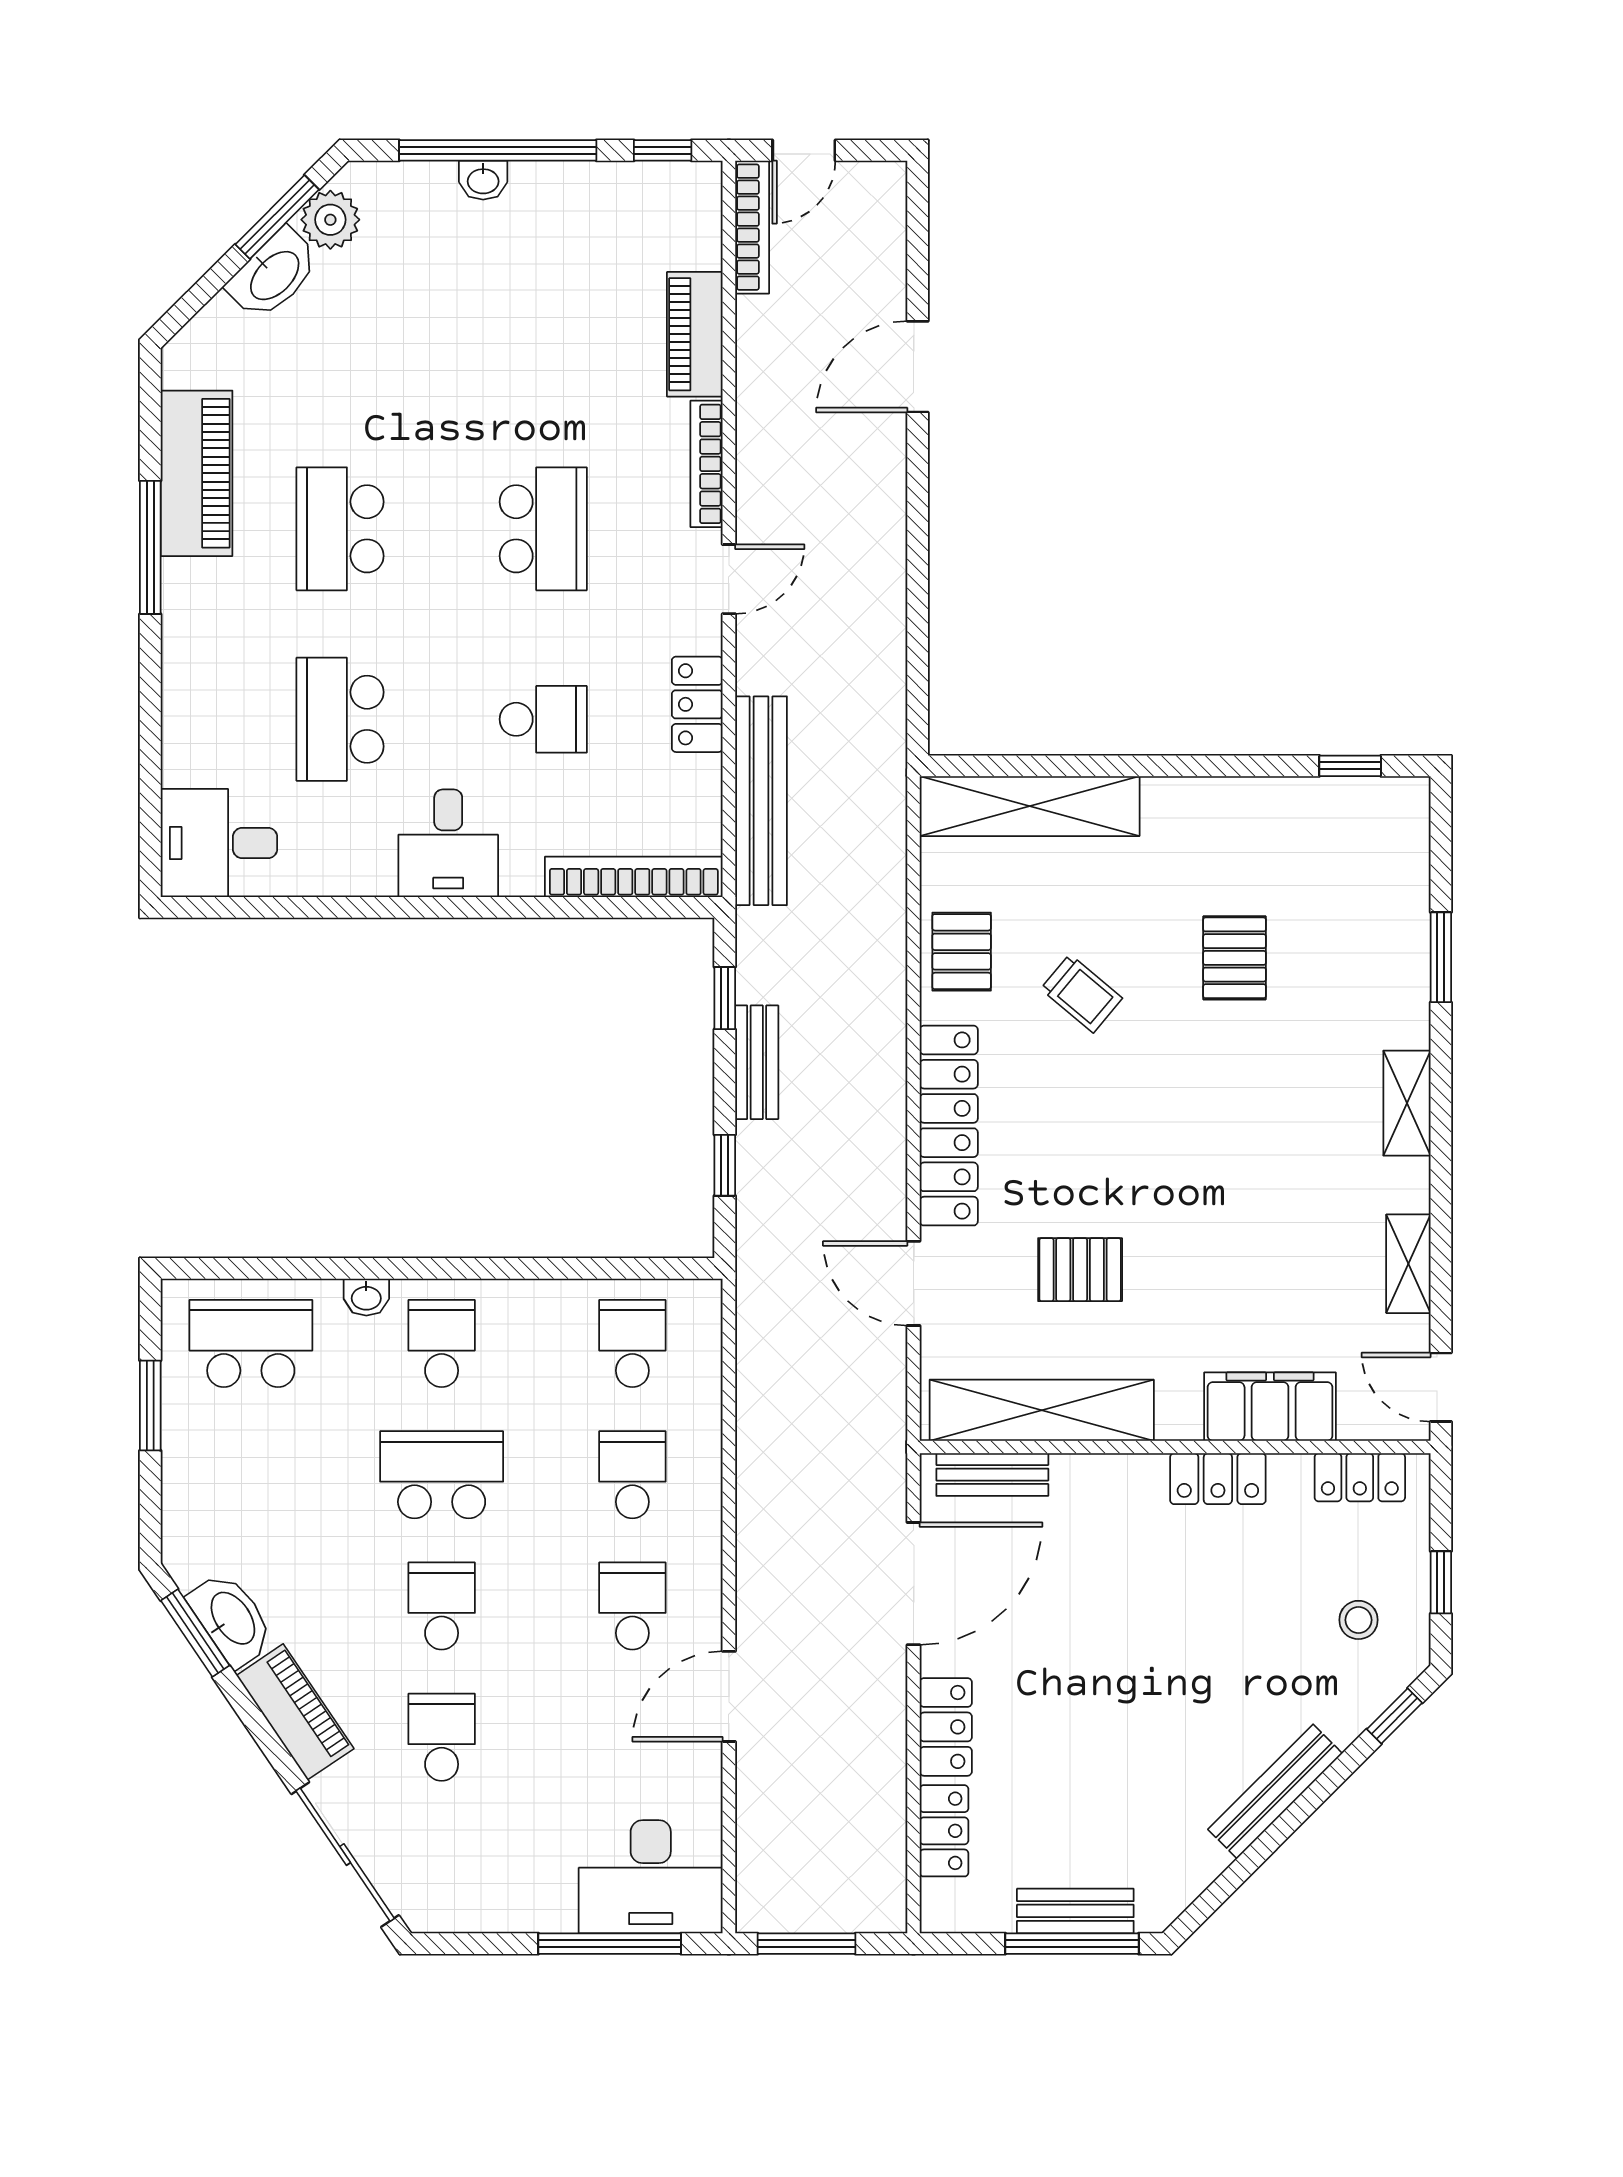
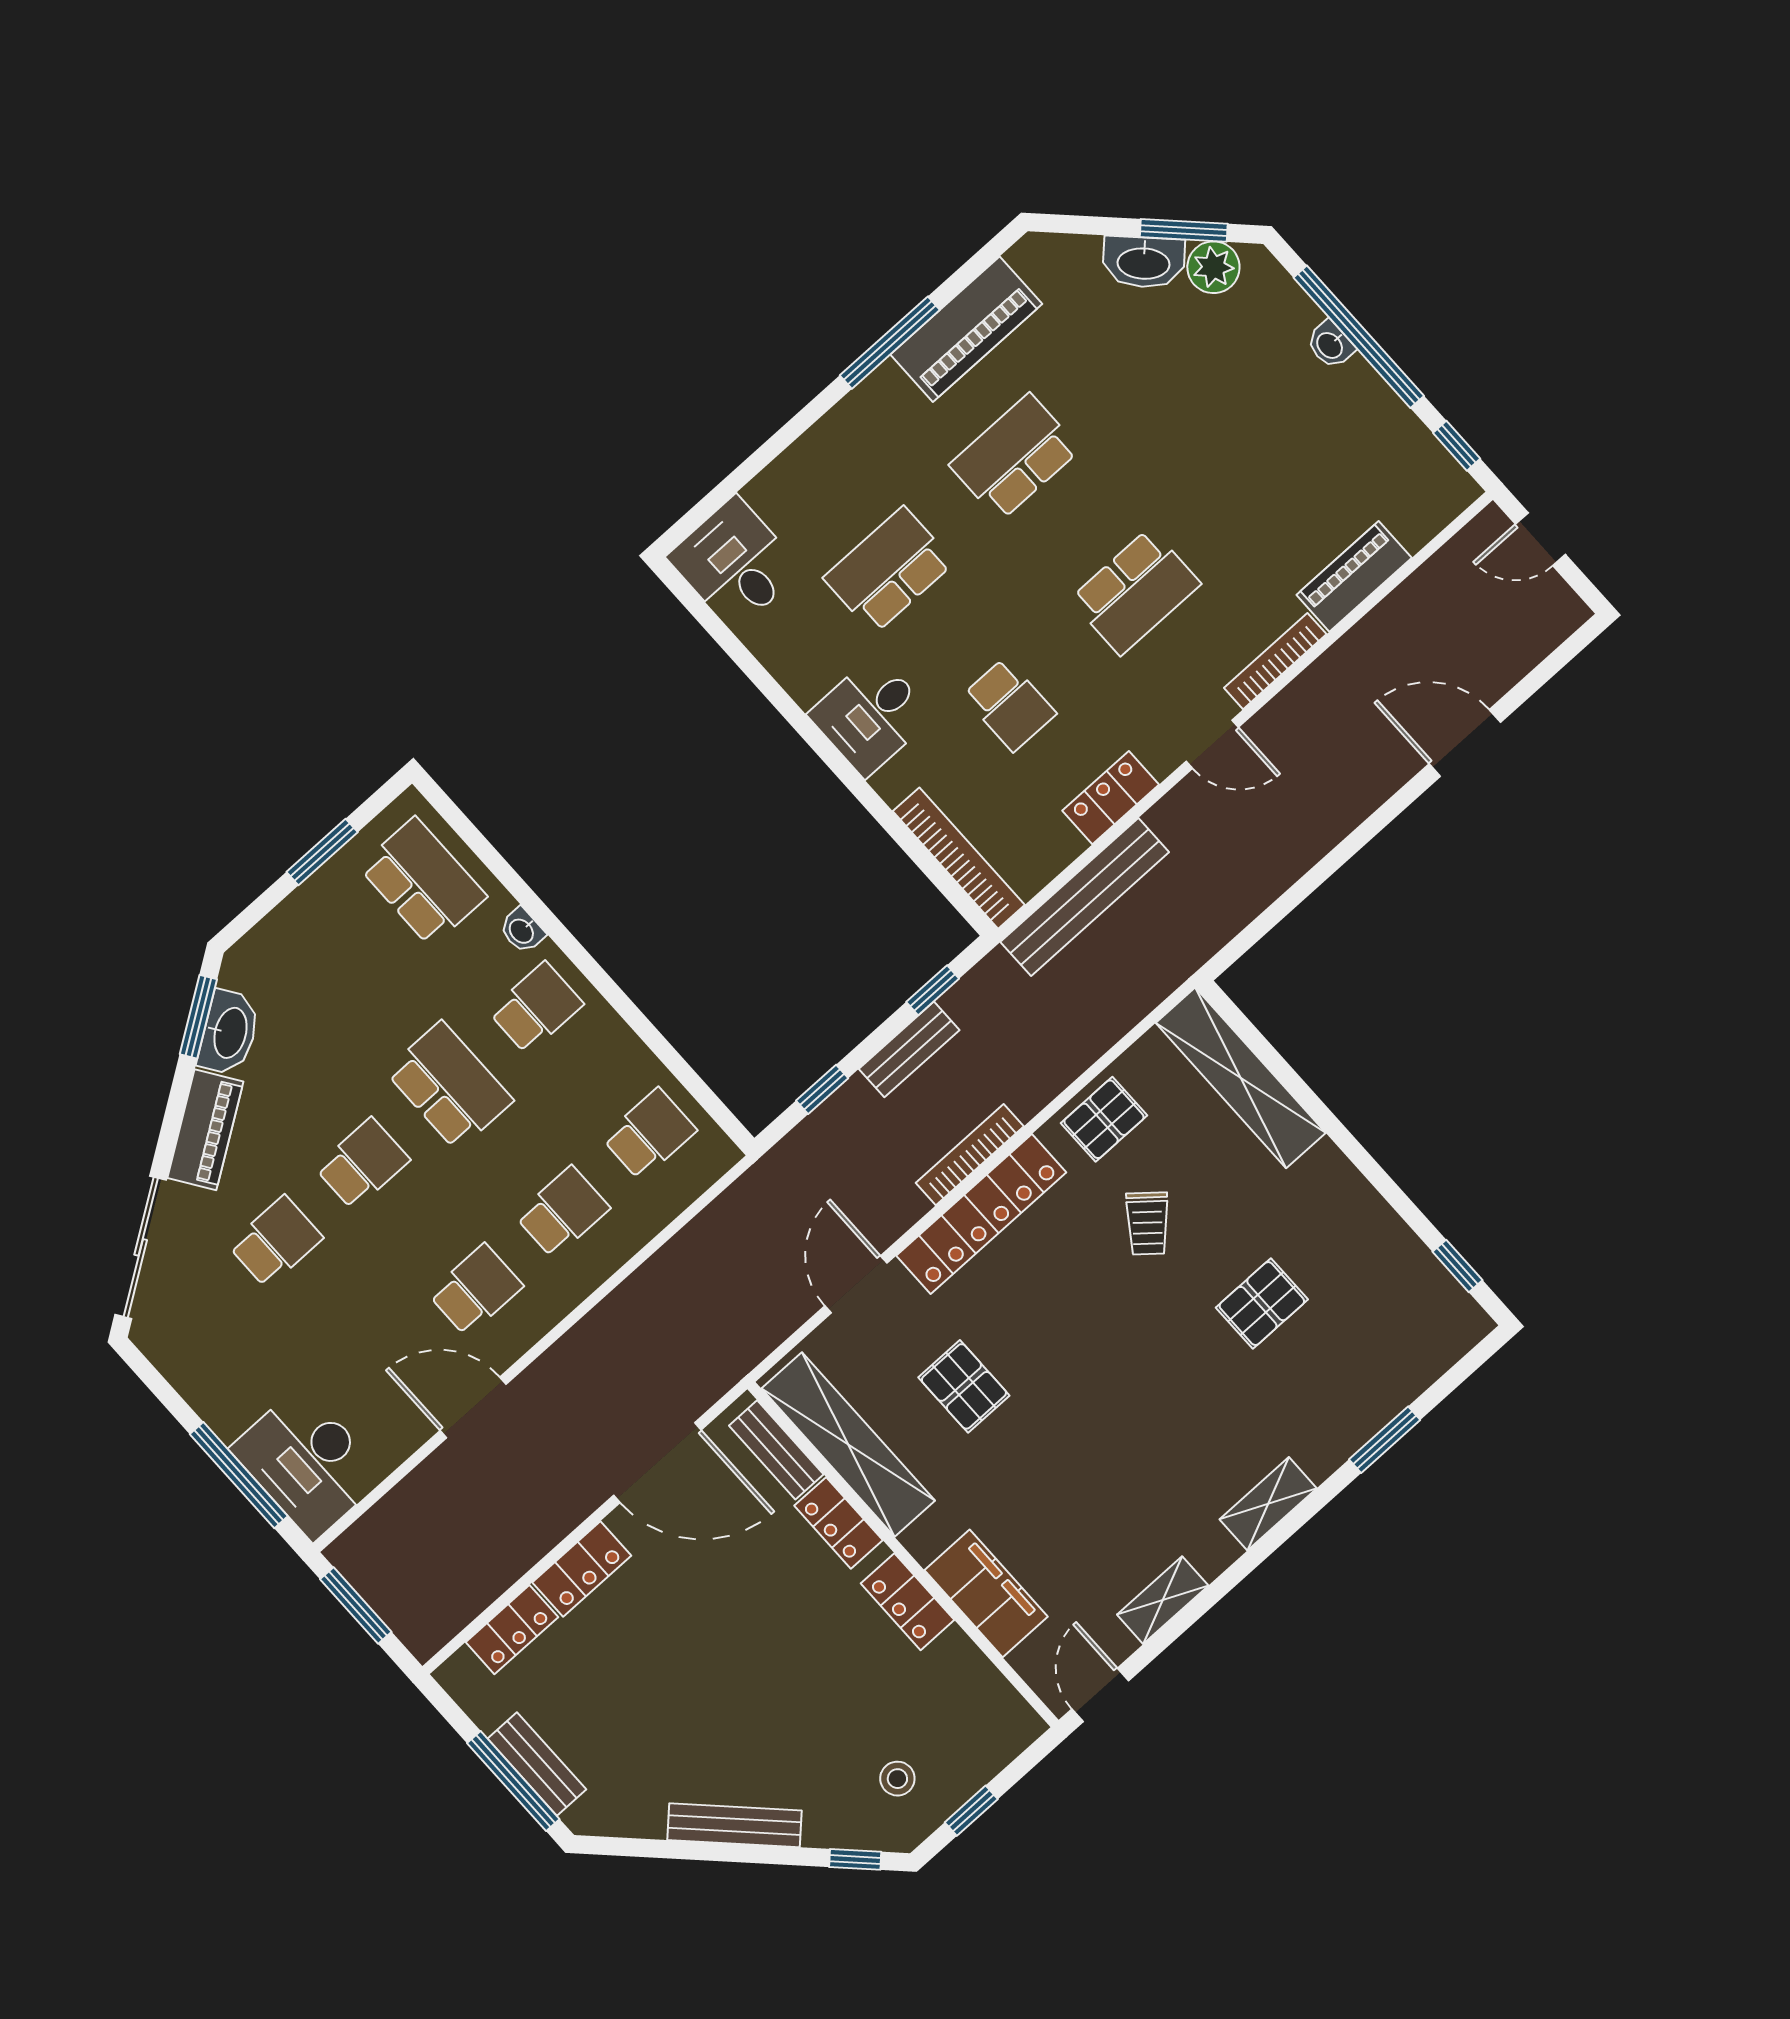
bookcase: (752, 227) -> (970, 1155), moved, turned 180
locker: (1360, 1477) -> (838, 1523), moved

